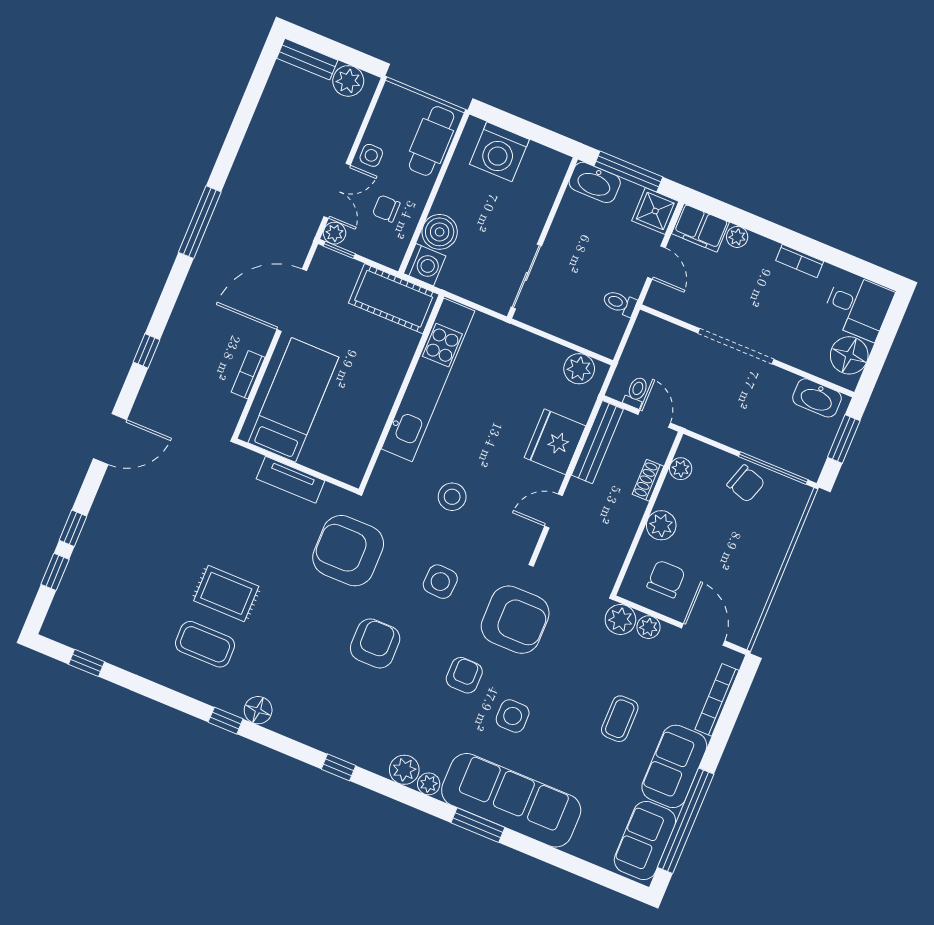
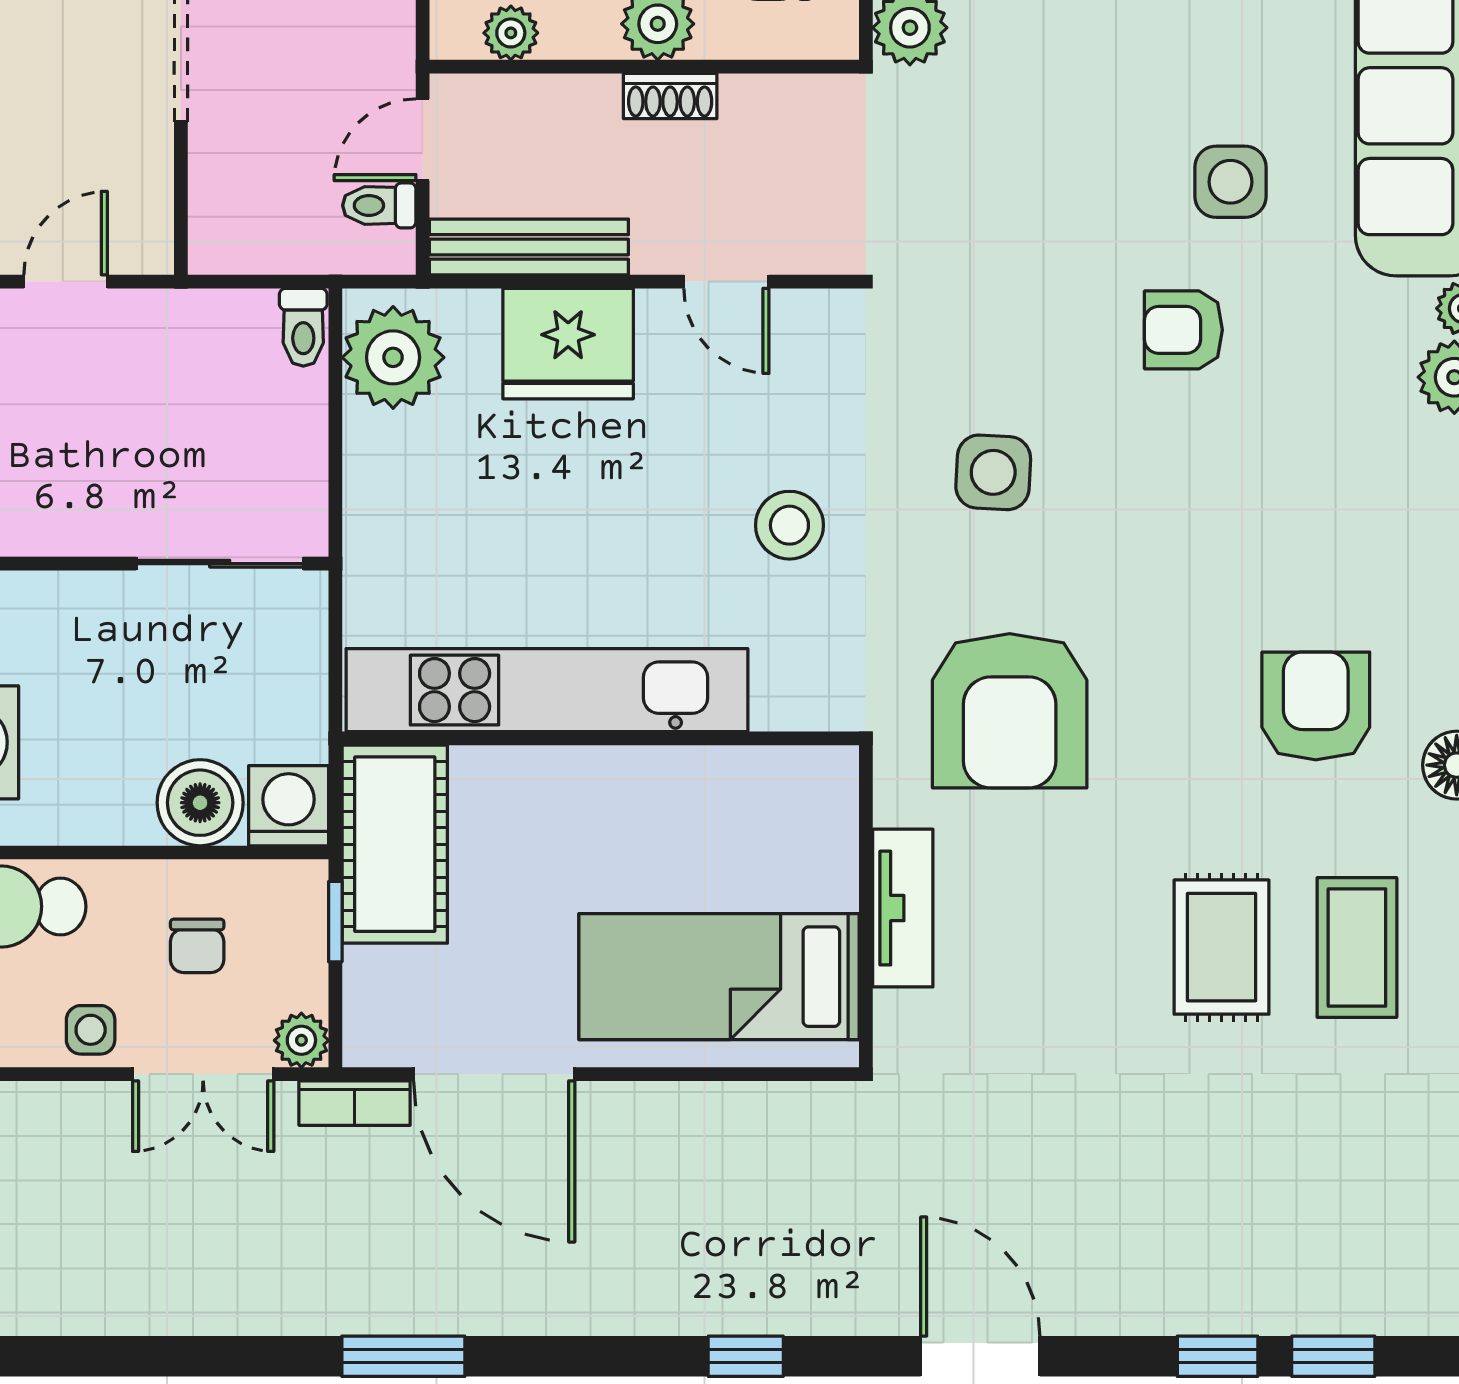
double door: (337, 191) -> (203, 1074), swing flipped
window: (200, 222) -> (403, 1356), width x0.69
window: (339, 250) -> (335, 922), moved
toilet: (620, 303) -> (303, 327), moved
plant: (579, 369) -> (393, 357), width x1.36, depth x1.36
bookcase: (248, 375) -> (355, 1103), moved
shoe rack: (648, 480) -> (670, 96), moved
armchair: (515, 620) -> (1009, 267), removed
armchair: (375, 643) -> (1316, 706), moved, turned 90

